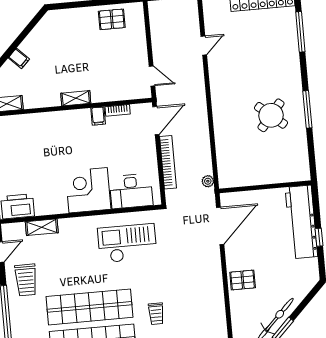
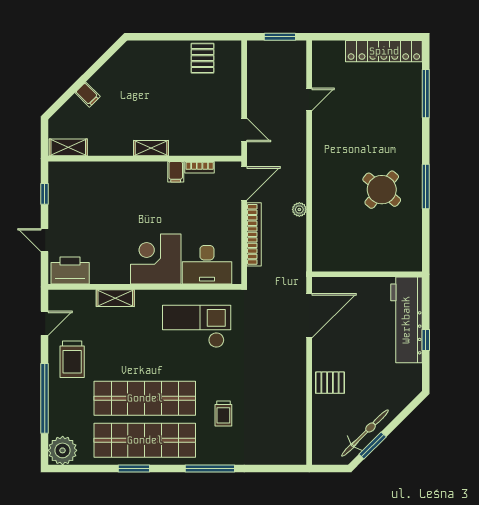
pallet: (112, 19) -> (202, 58), turned 90
plant: (208, 181) -> (299, 209), moved
shelving: (42, 227) -> (115, 298), moved

